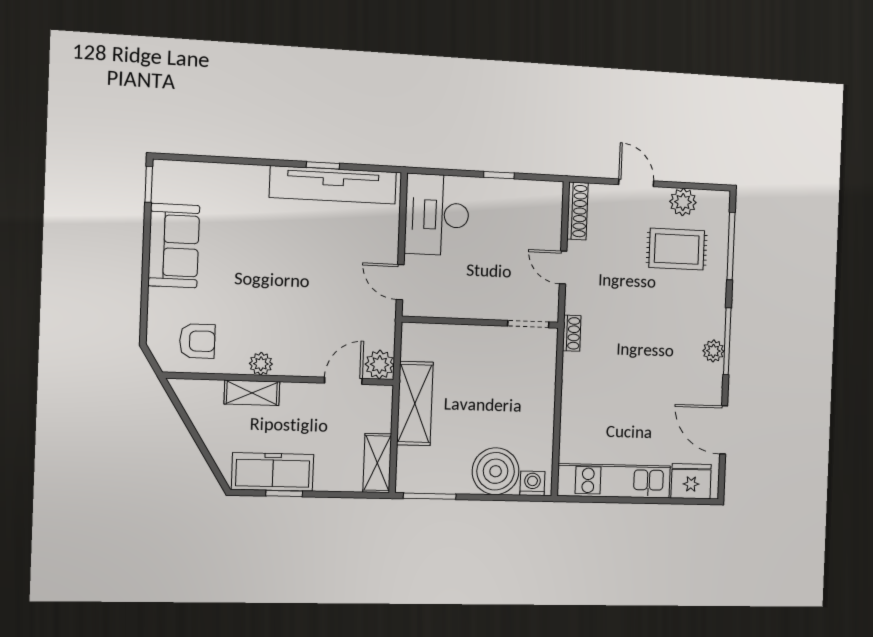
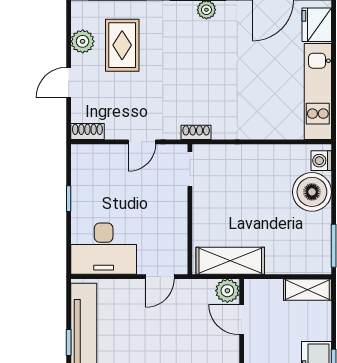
shoe rack: (578, 211) -> (87, 131), width x0.70
shelving: (415, 403) -> (230, 261), moved

